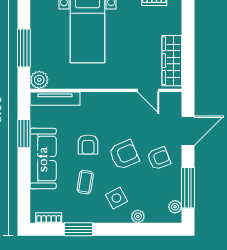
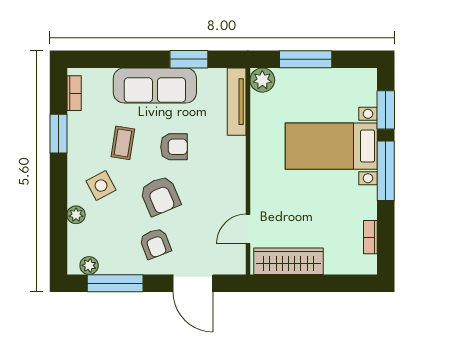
armchair: (88, 145) -> (174, 147), turned 180
coffee table: (85, 182) -> (123, 143), turned 90

